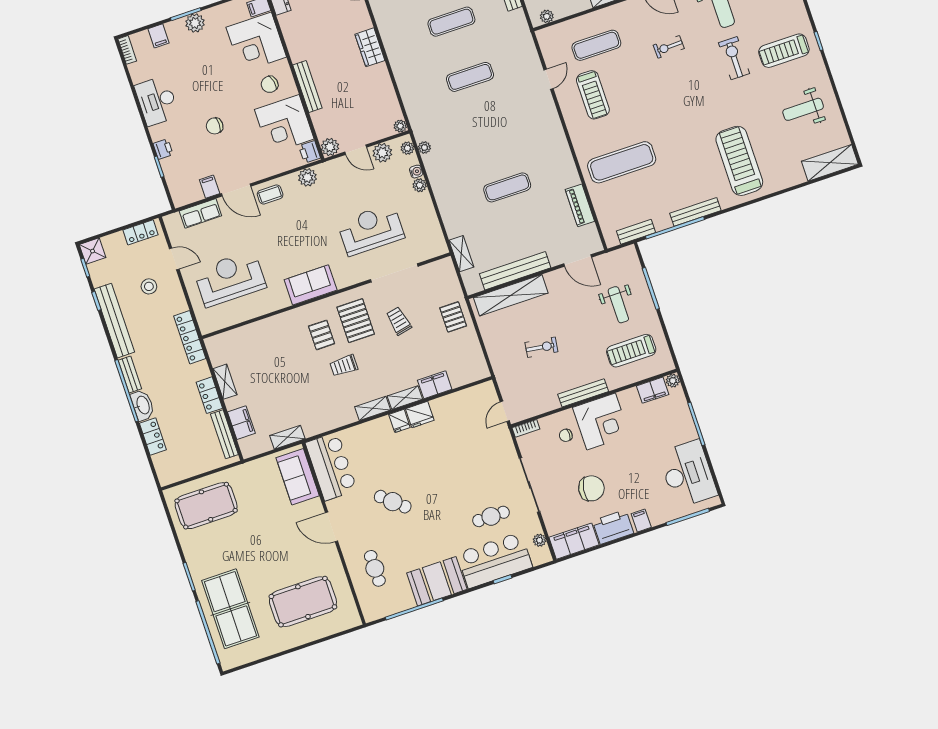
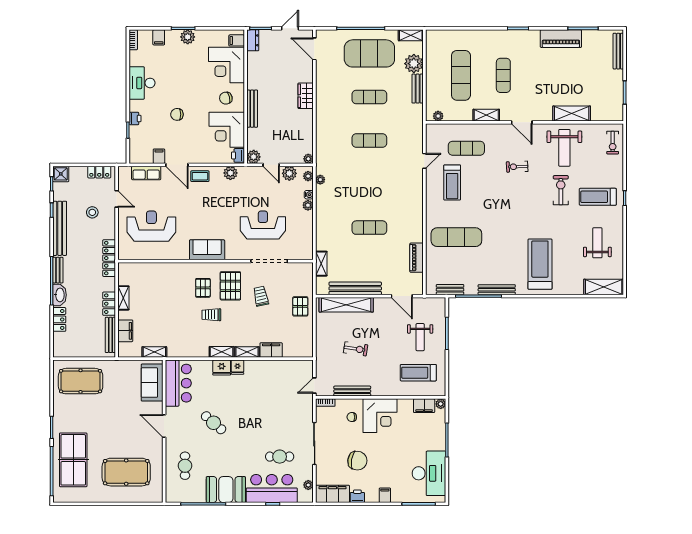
weight bench: (803, 109) -> (597, 243), turned 90
bench: (583, 393) -> (352, 391), moved
fridge: (420, 415) -> (222, 368), moved
printer: (613, 527) -> (357, 496), width x0.53, depth x0.68

